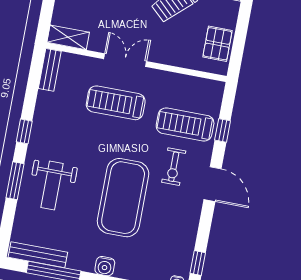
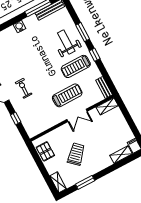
treadmill: (185, 124) -> (76, 66), moved, turned 180
exercise mat: (123, 198) -> (34, 60), removed

